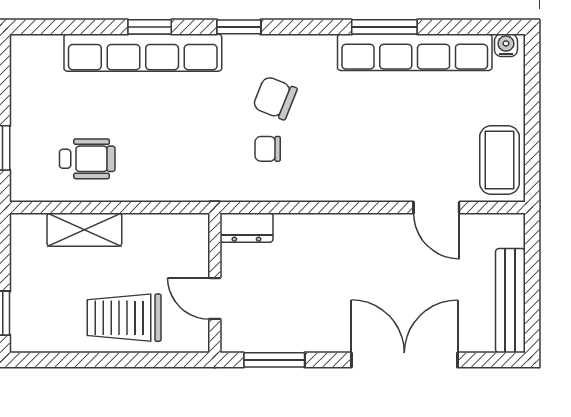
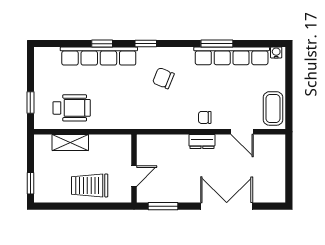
chair: (268, 149) -> (205, 117), moved
wheelchair: (87, 159) -> (72, 108), width x1.36, depth x1.37
dresser: (246, 228) -> (202, 141), moved
door: (215, 298) -> (134, 176), swing flipped
bench: (510, 301) -> (278, 177), removed

